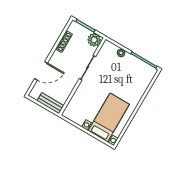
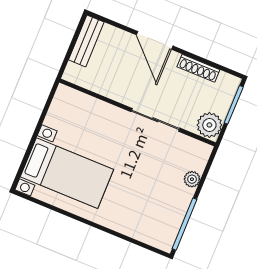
door: (41, 71) -> (155, 40), moved
bench: (50, 103) -> (86, 41), moved

